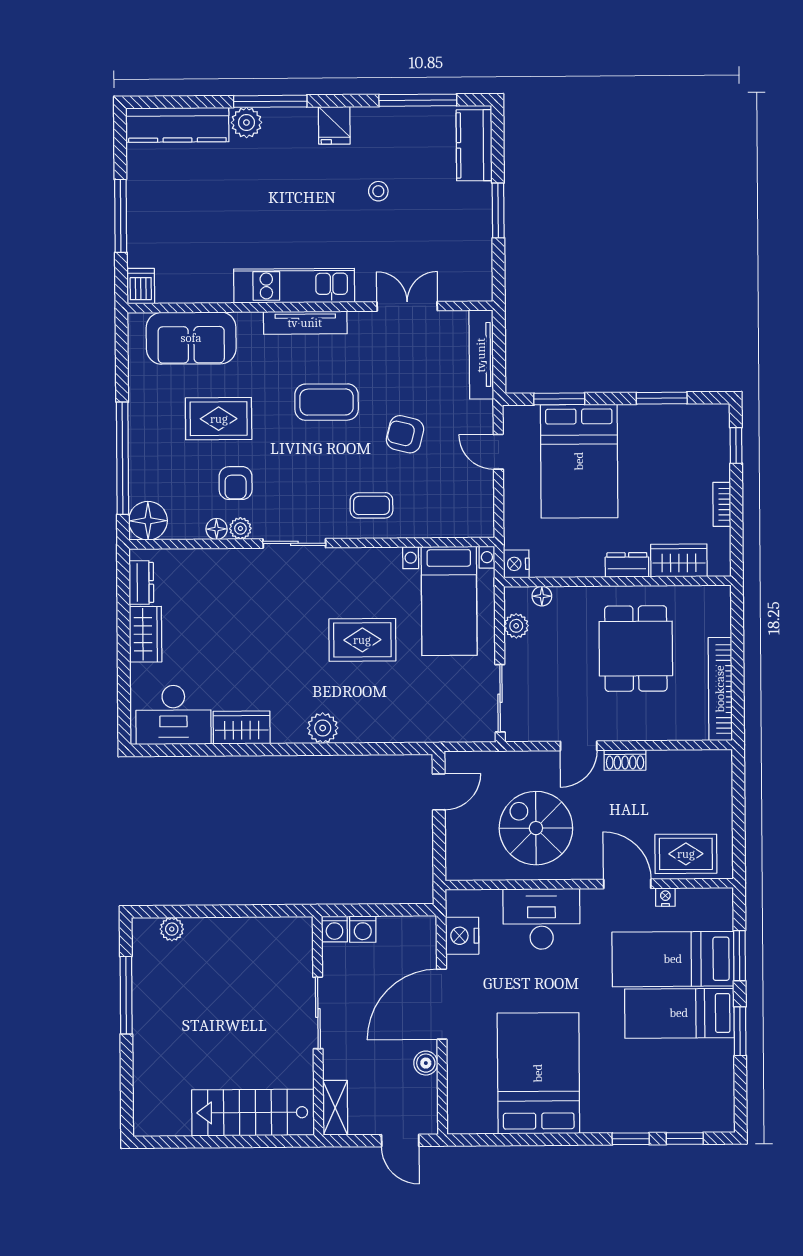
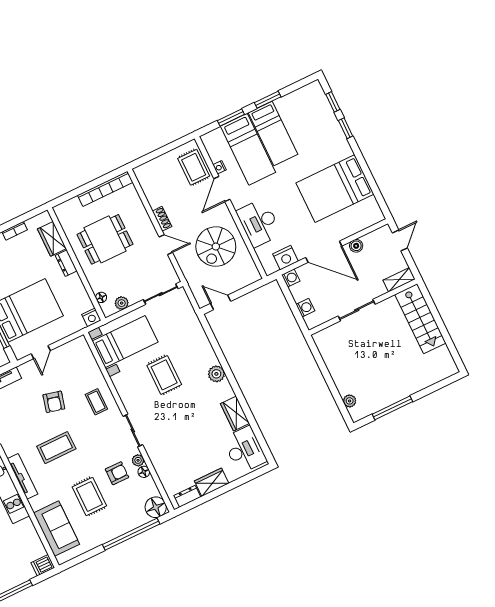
coffee table: (327, 402) -> (56, 448), turned 90
washing machine: (334, 929) -> (291, 278), moved

